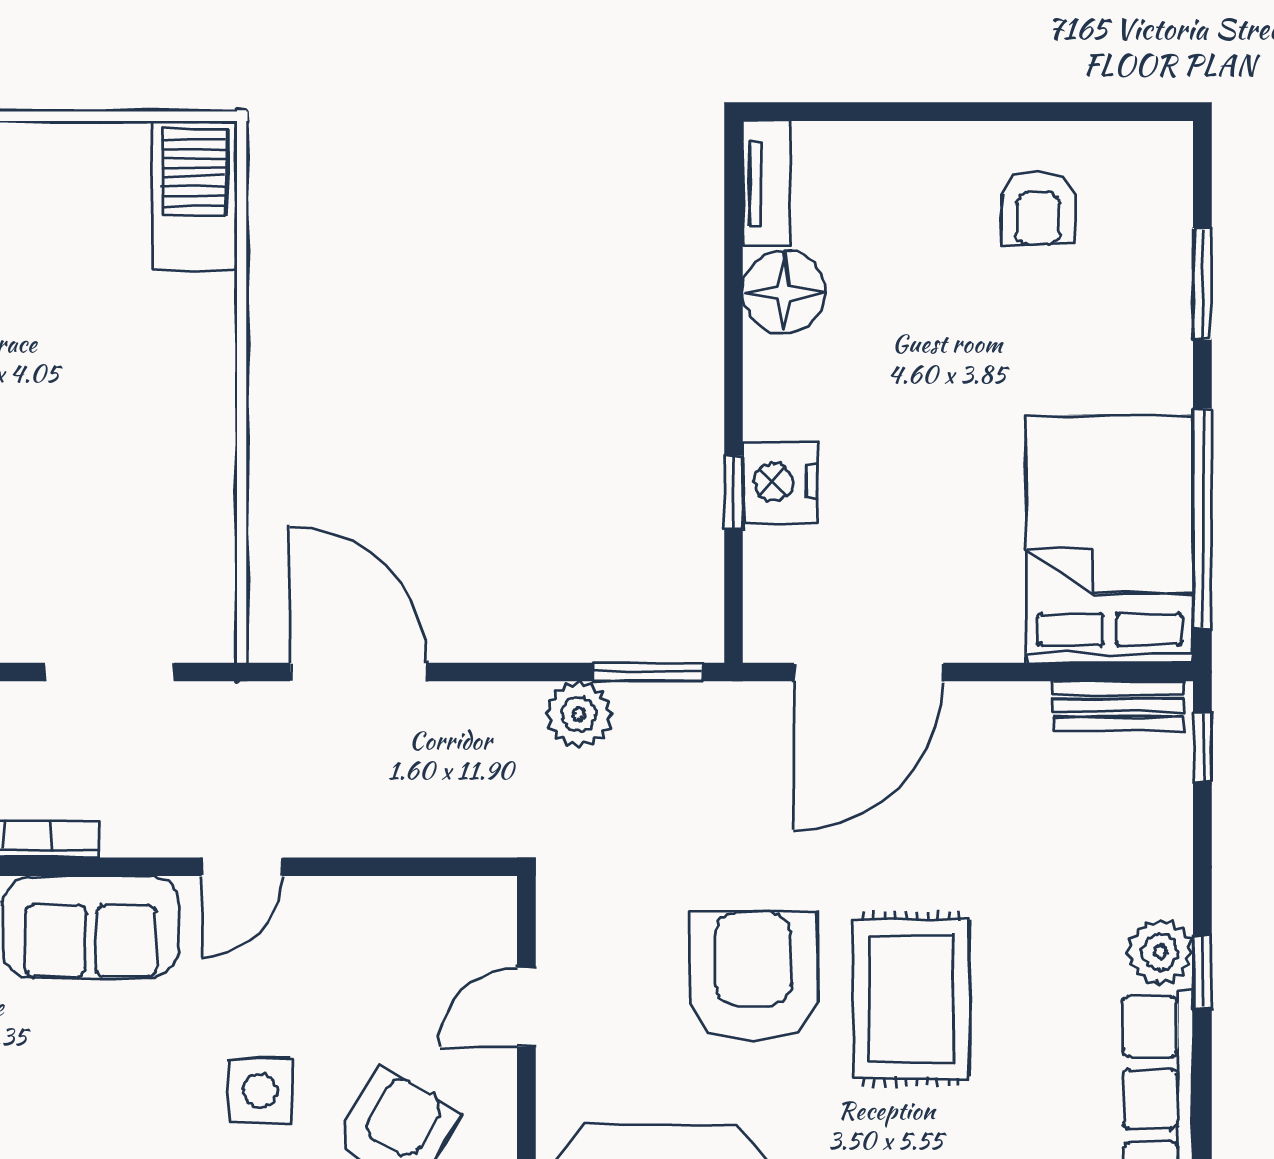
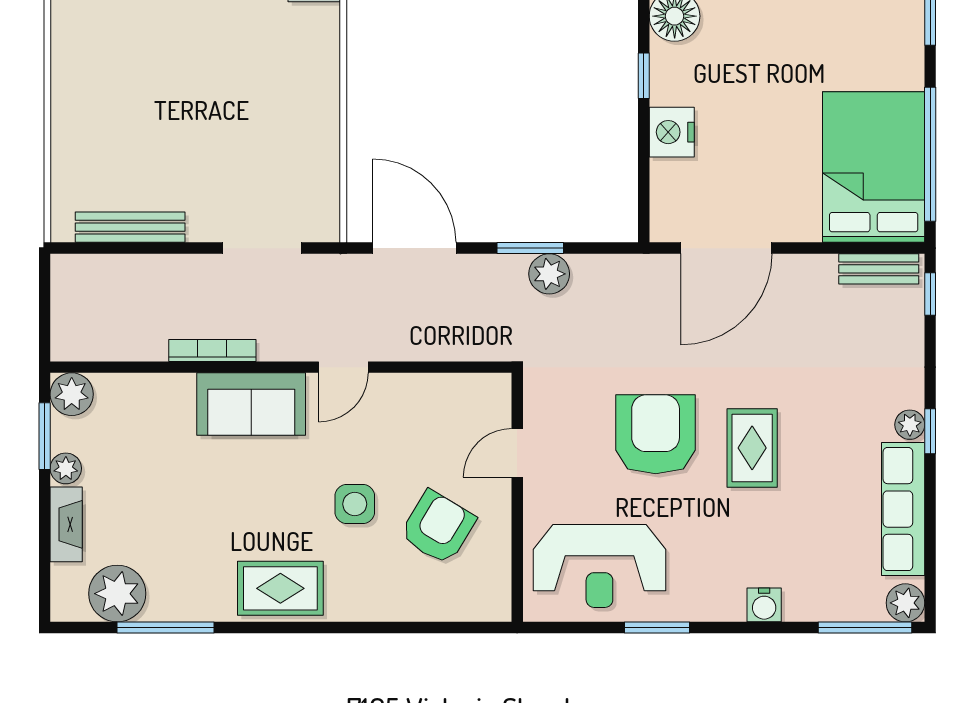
window: (733, 493) -> (644, 76), moved
window: (648, 672) -> (530, 248), moved
plant: (1160, 952) -> (910, 425), width x0.73, depth x0.73
rug: (911, 999) -> (752, 448), width x0.73, depth x0.70

